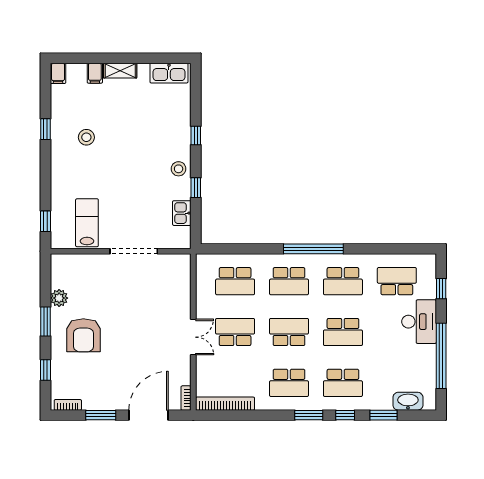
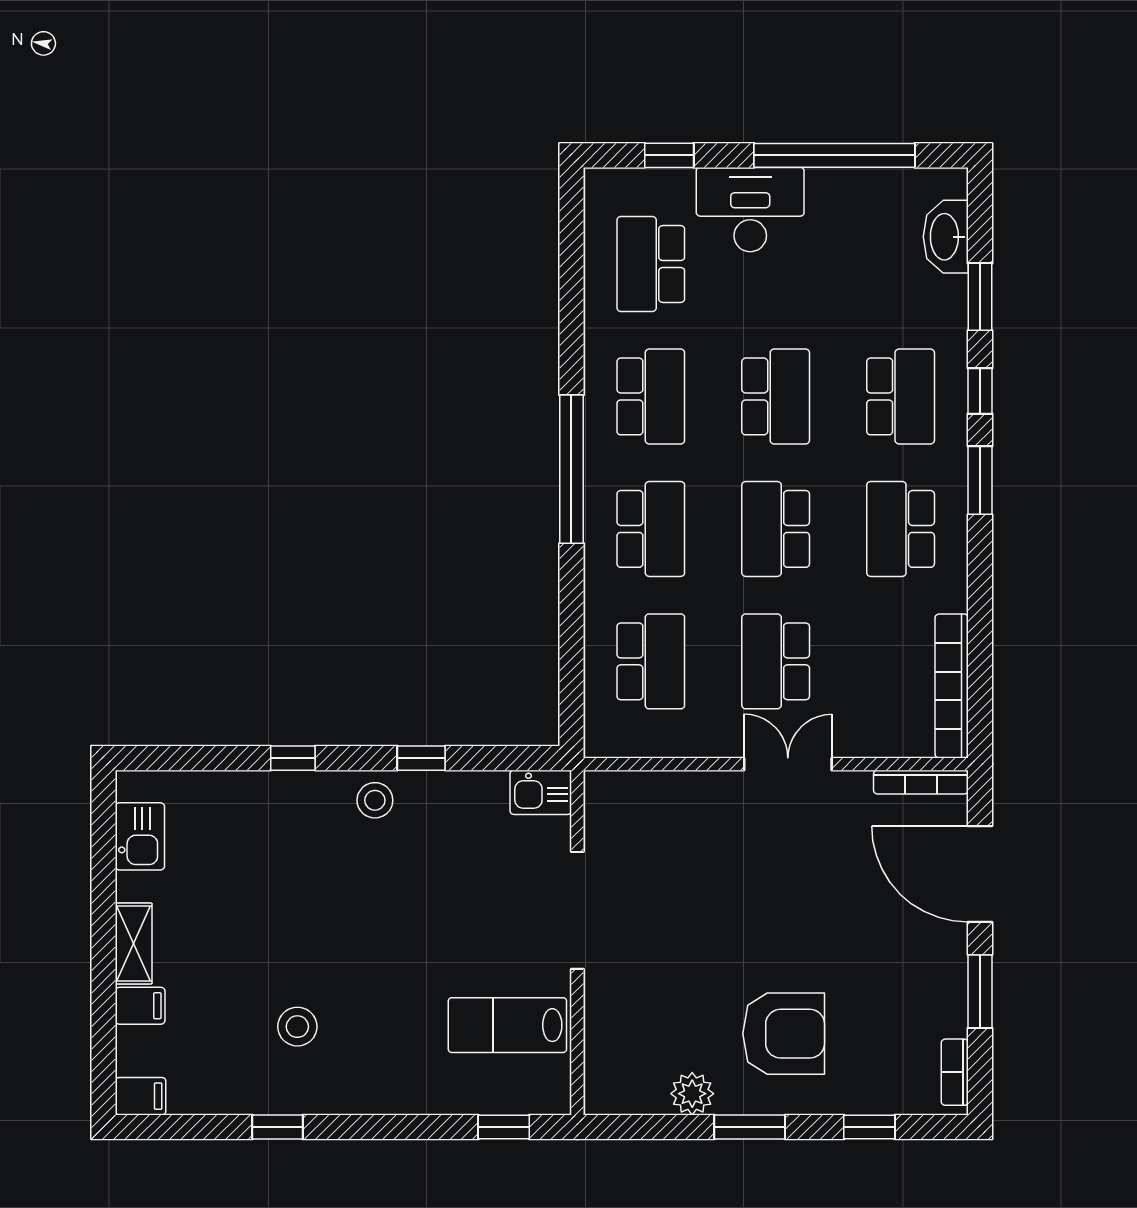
kitchen sink: (169, 73) -> (140, 836), width x0.73
kitchen sink: (182, 213) -> (541, 792), moved
school desk: (289, 383) -> (901, 529), turned 180
bookcase: (186, 398) -> (921, 782), width x1.56

